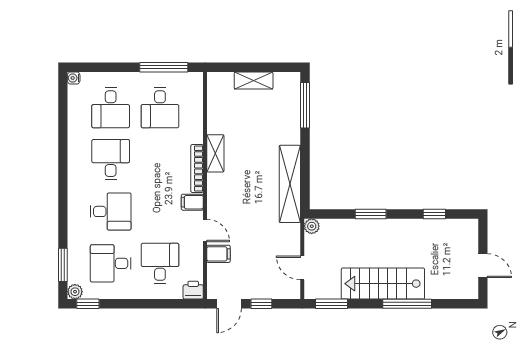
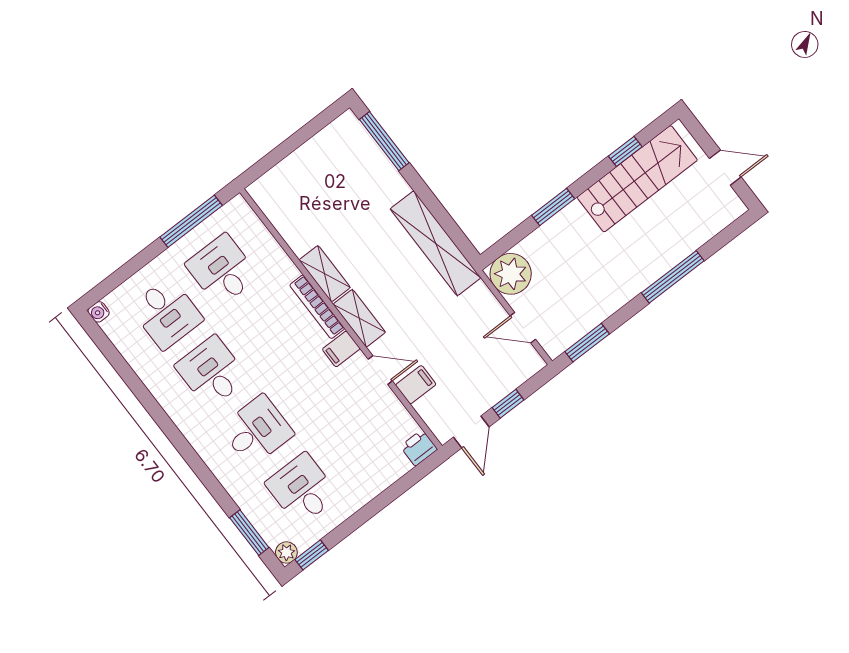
shelving: (254, 80) -> (359, 318), moved, turned 90
desk: (160, 108) -> (222, 270), turned 180
plant: (312, 226) -> (511, 274), width x1.88, depth x1.88
desk: (111, 263) -> (302, 489), turned 90
desk: (160, 263) -> (358, 446), removed
stairs: (383, 284) -> (637, 179), moved, turned 180

